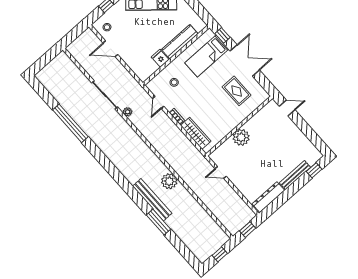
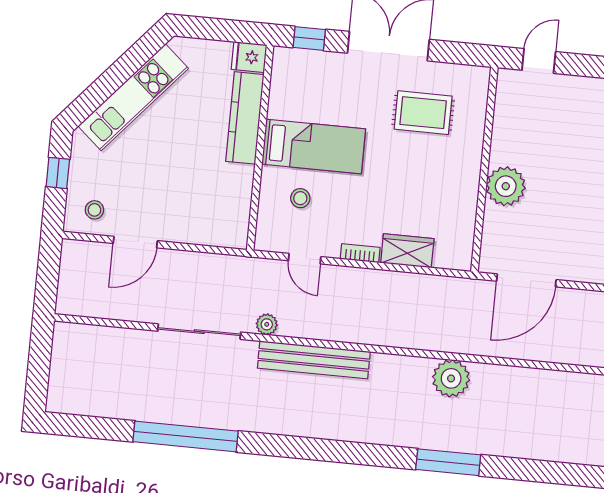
bed: (207, 56) -> (314, 147), moved, turned -90
fridge: (160, 58) -> (249, 57), moved
wardrobe: (196, 133) -> (407, 251), width x0.67
door: (221, 172) -> (526, 280), width x1.87
bench: (152, 200) -> (314, 360), moved
window: (158, 222) -> (448, 462), moved

